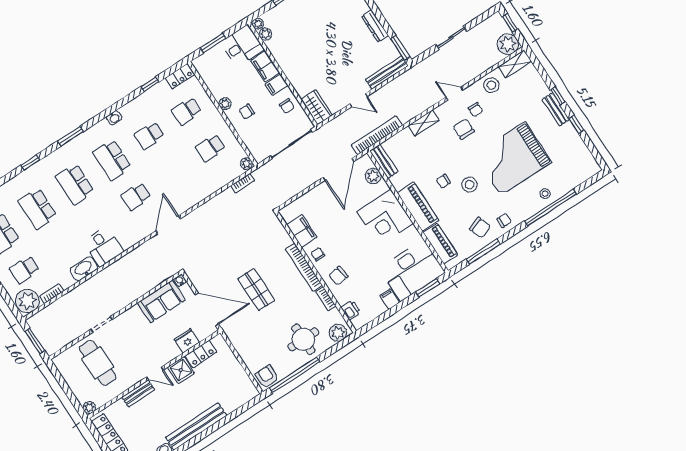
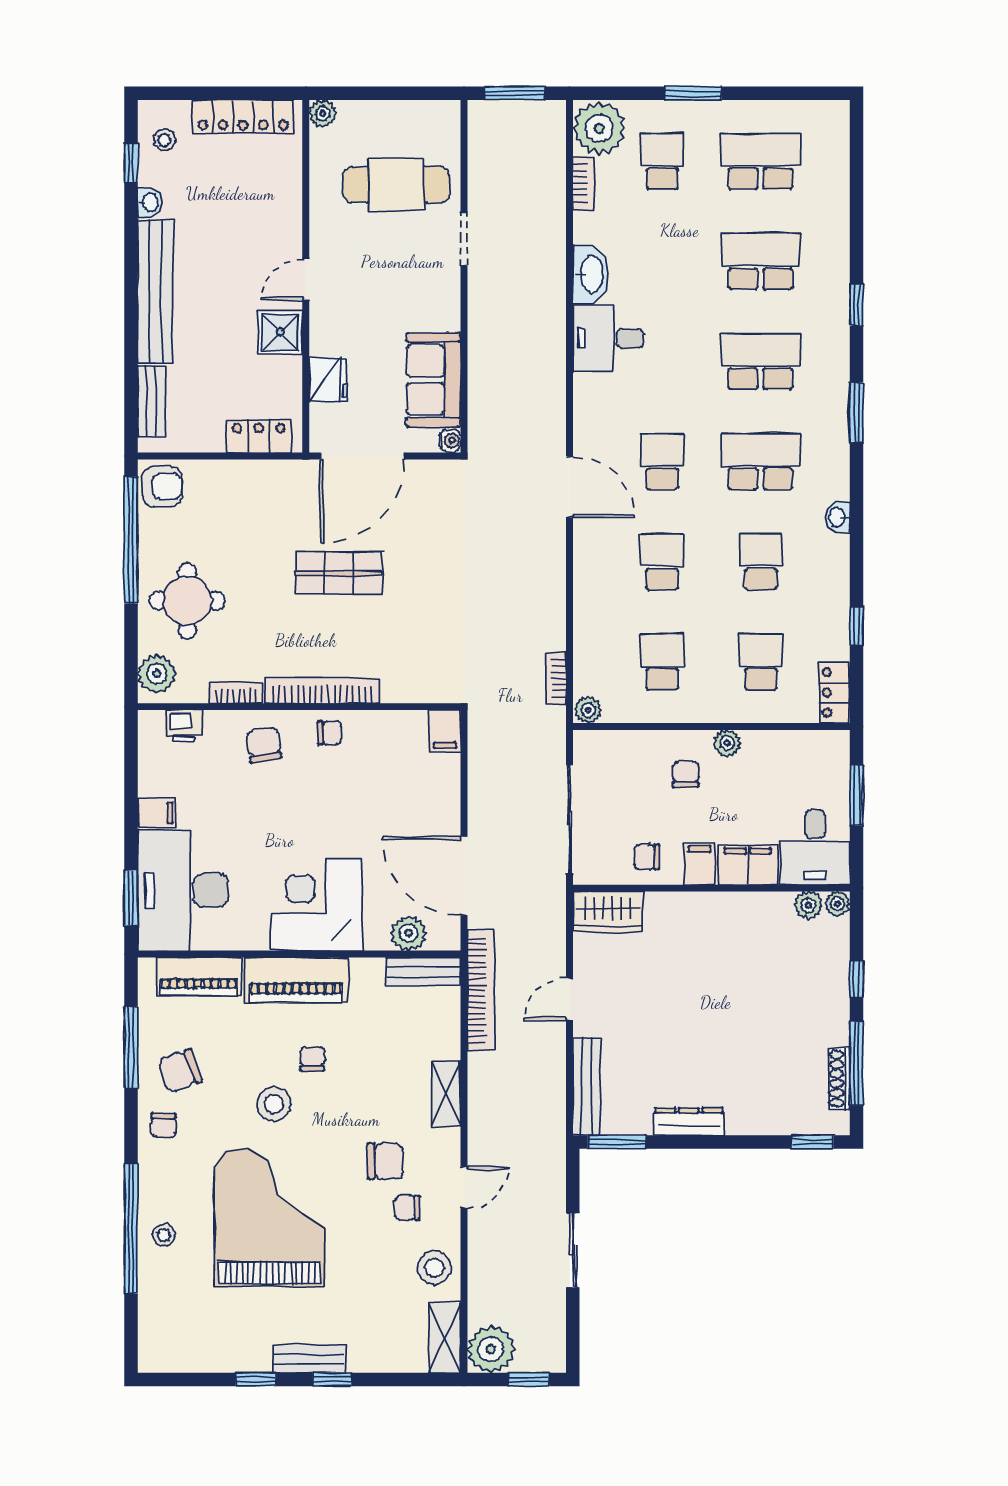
school desk: (173, 172) -> (662, 562), added
filing cabinet: (302, 231) -> (445, 731), moved, width x0.50
locker: (201, 354) -> (259, 436), moved, turned 90
bench: (138, 393) -> (151, 401), moved

